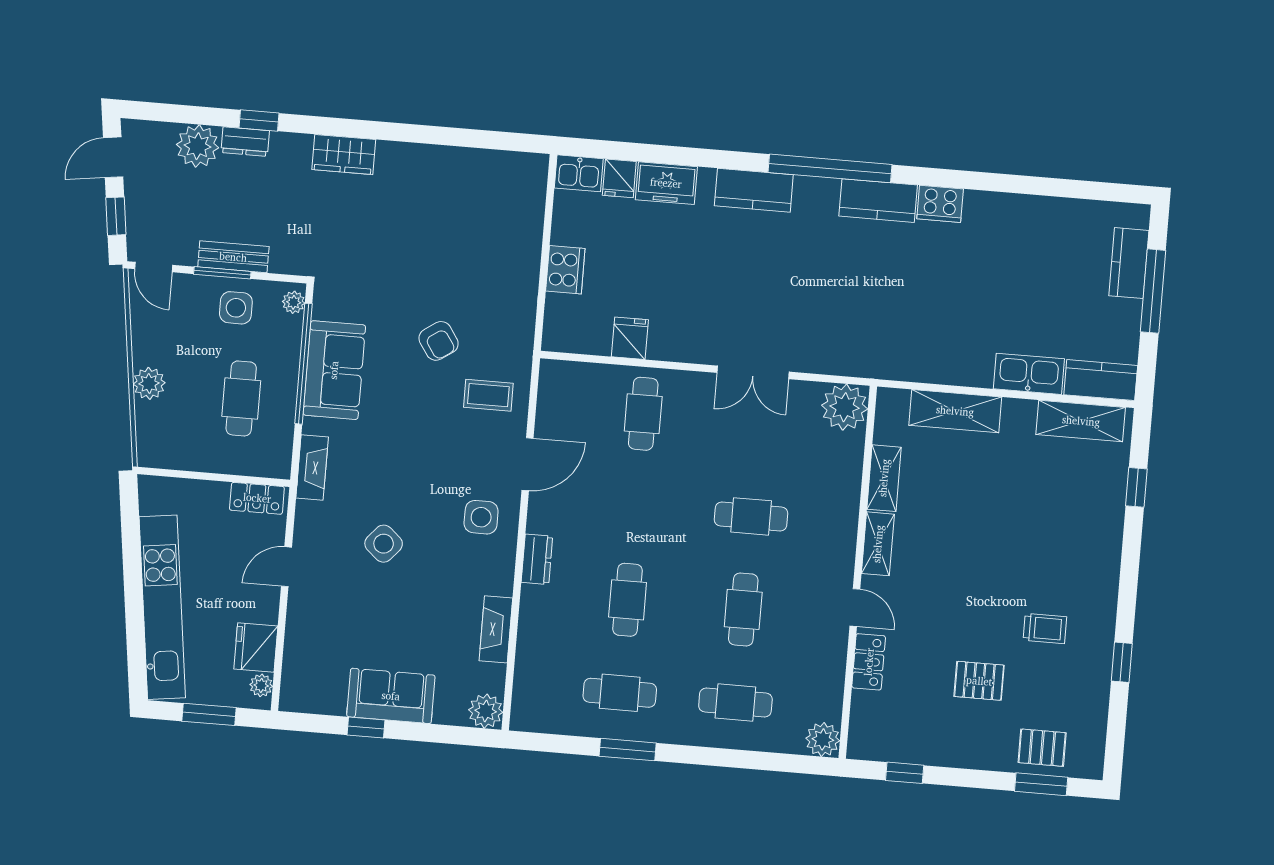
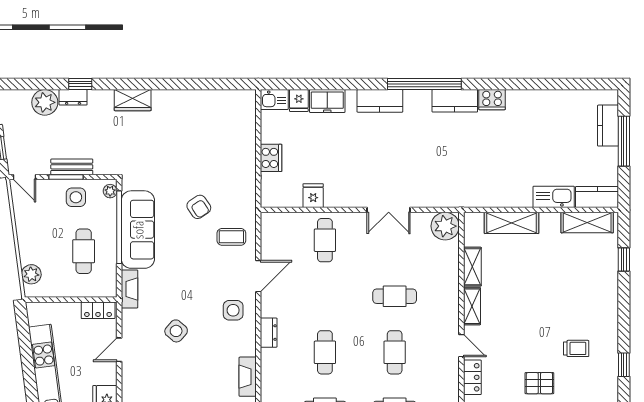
sofa: (334, 370) -> (138, 230), width x1.36
plant: (149, 383) -> (31, 274), moved

